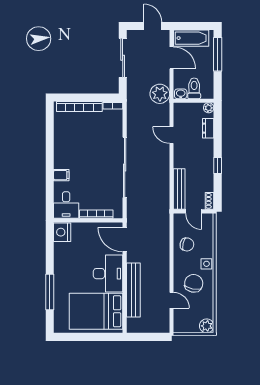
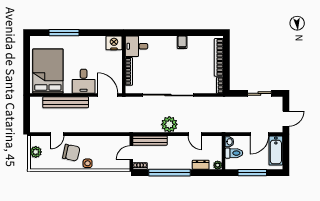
window: (218, 54) -> (252, 173), moved
sliding door: (123, 58) -> (259, 93), width x0.73
plant: (160, 94) -> (169, 124), moved
door: (171, 135) -> (195, 134), swing flipped
window: (218, 166) -> (169, 173), width x3.17
filing cabinet: (61, 175) -> (182, 42), moved
door: (125, 240) -> (108, 95), hinge flipped
chair: (187, 244) -> (104, 147), removed
desk: (108, 274) -> (84, 81), width x0.73
plant: (207, 326) -> (36, 152), moved

